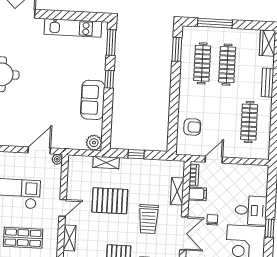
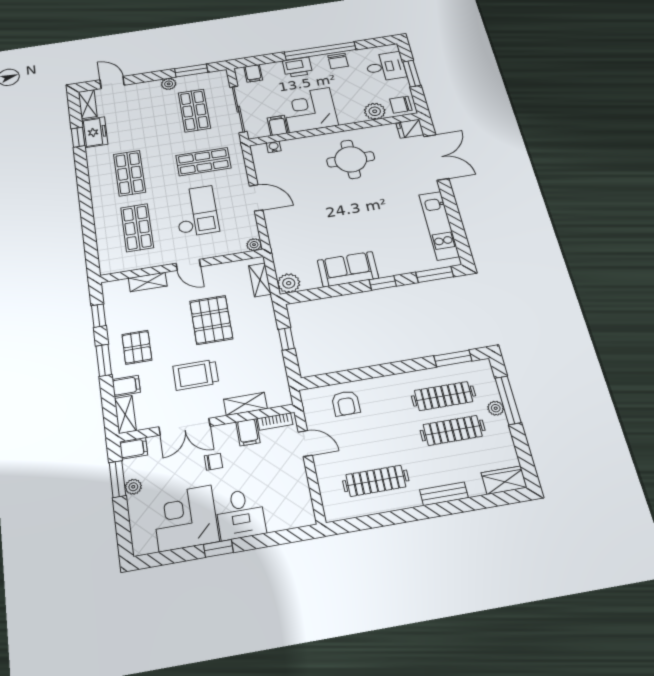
plant: (219, 33) -> (496, 408), added
door: (39, 150) -> (256, 198), moved
shelving: (106, 163) -> (260, 280), moved

